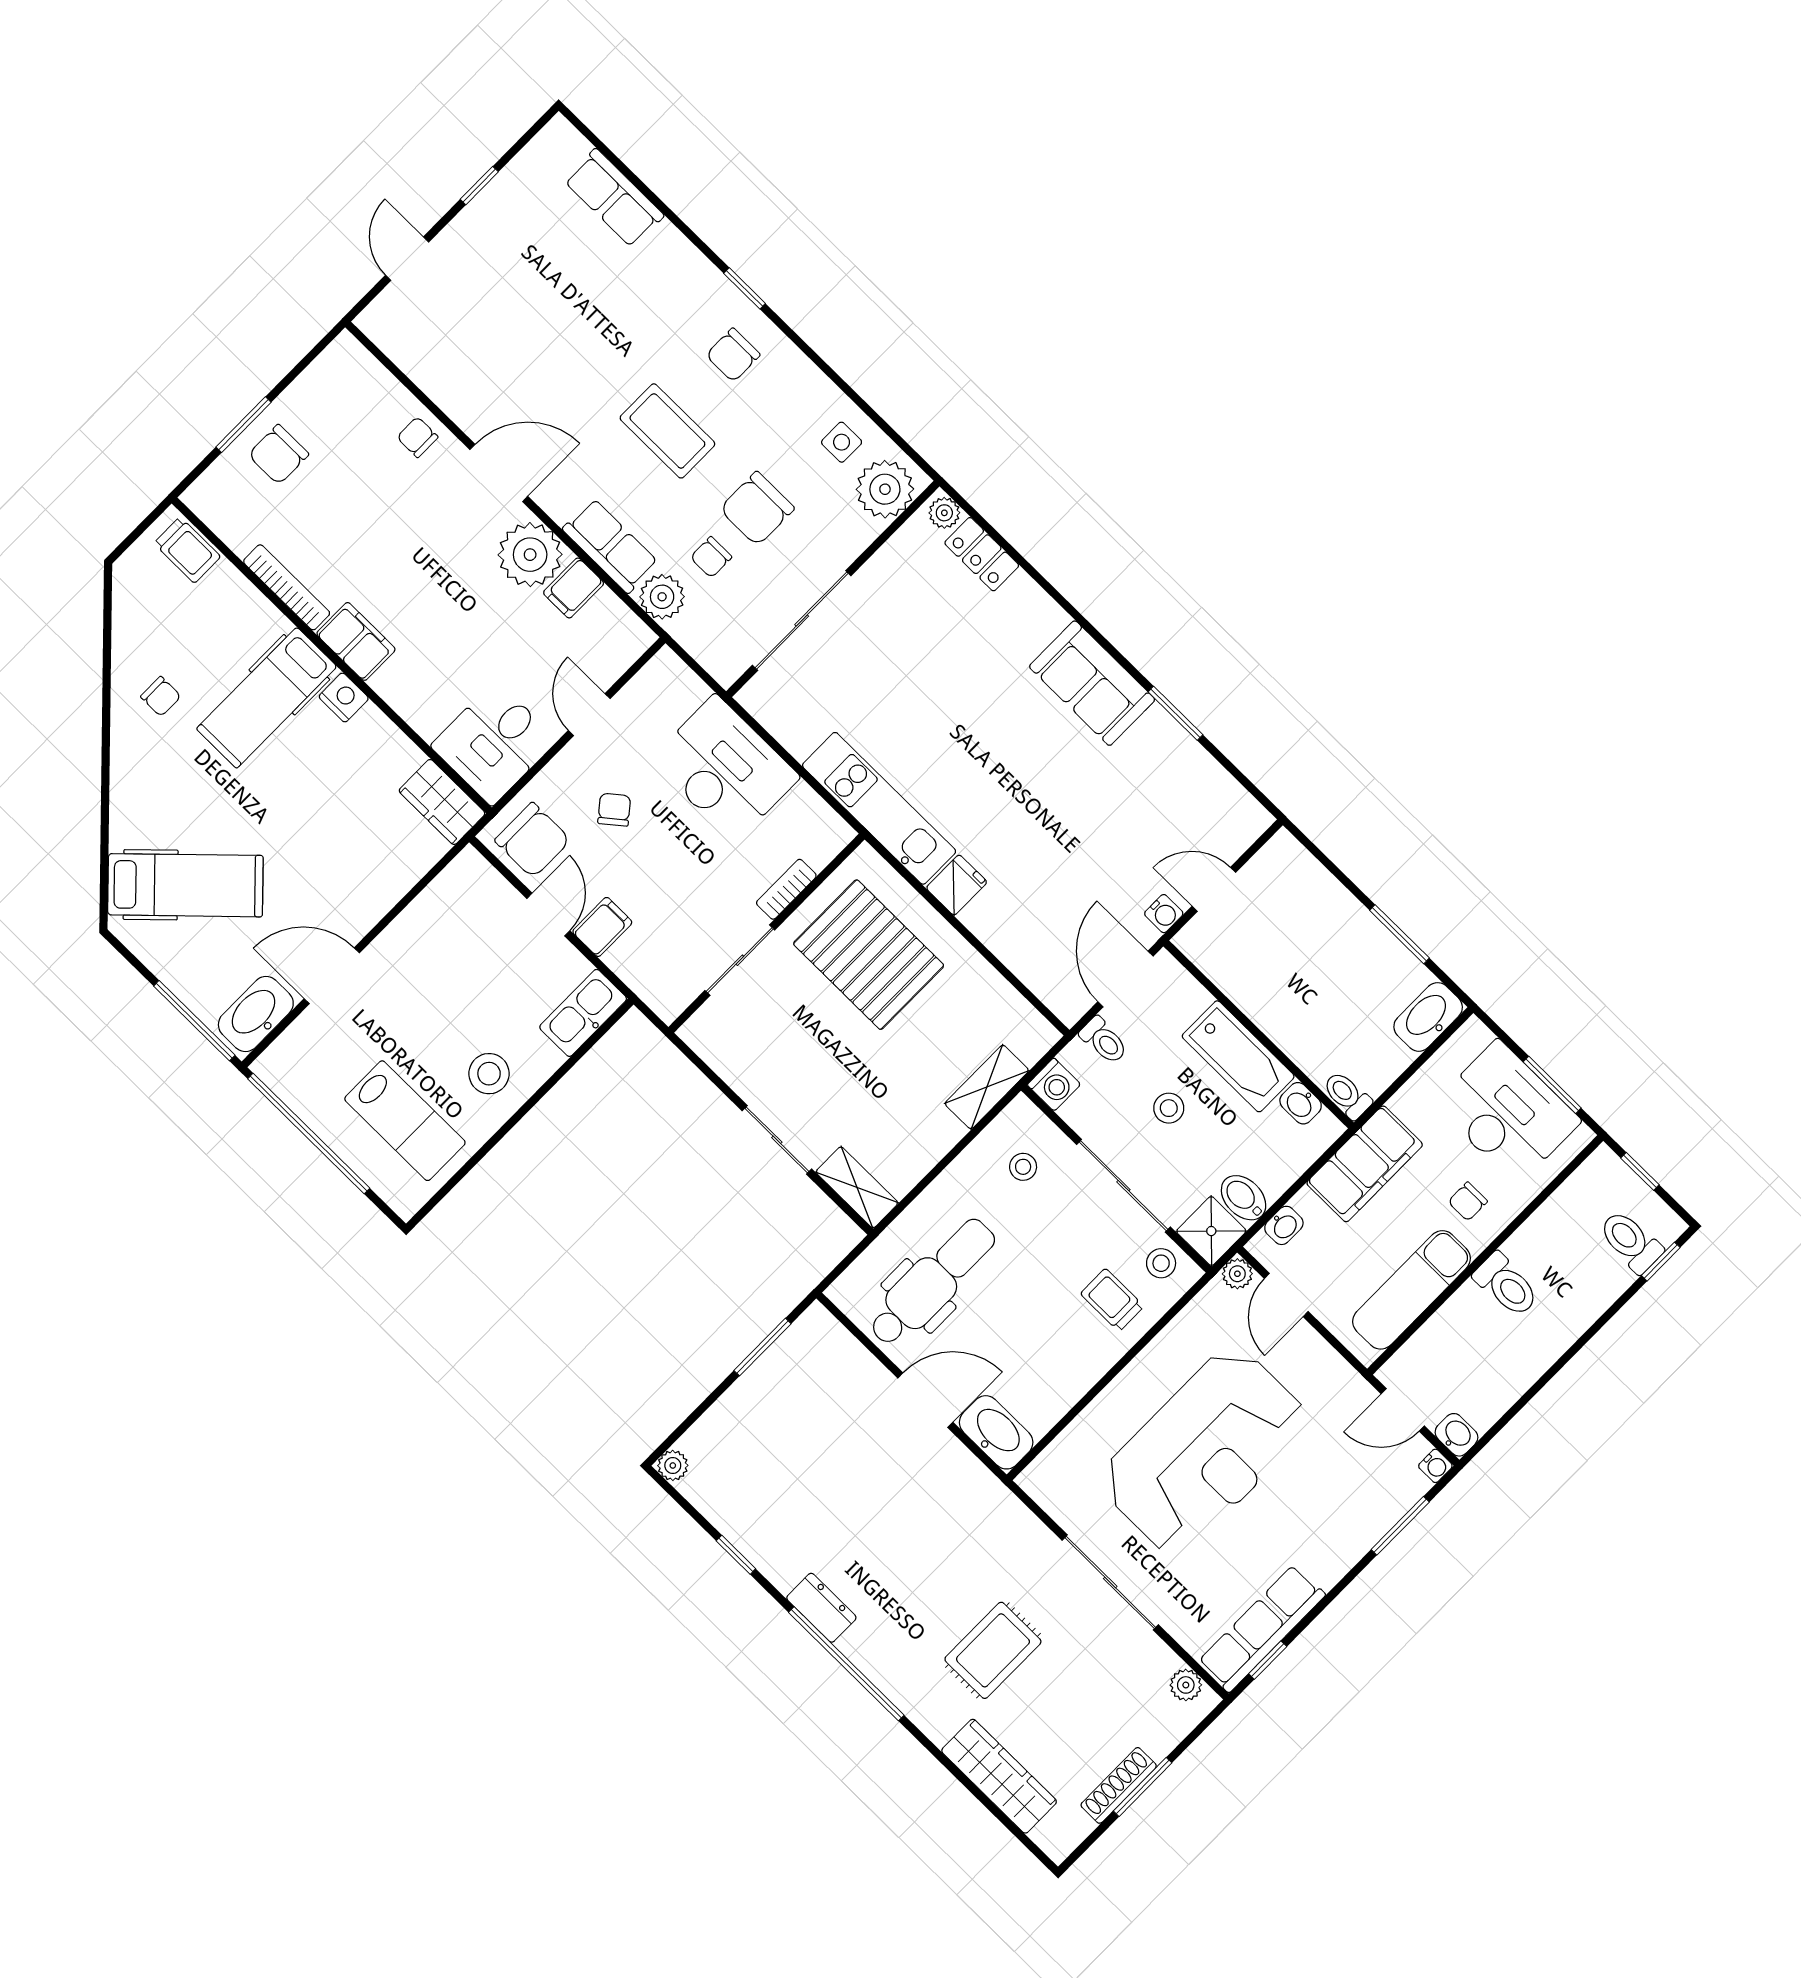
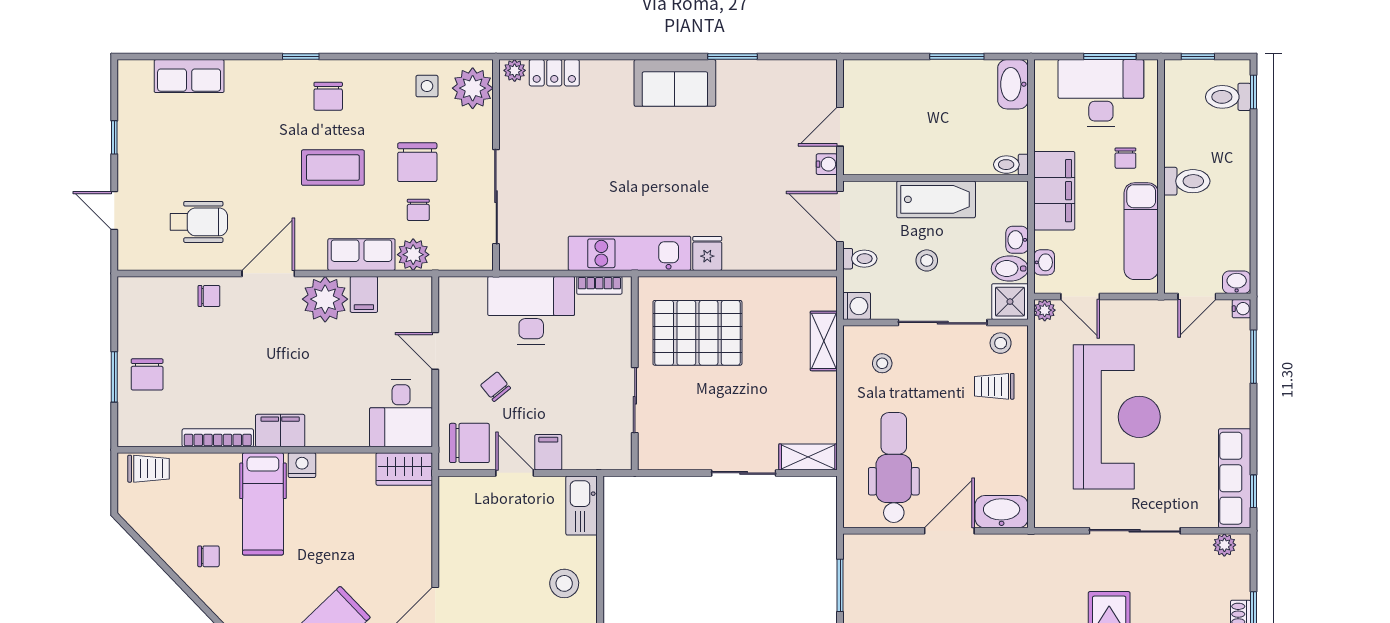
wheelchair: (480, 353) -> (199, 222), added
chair: (417, 437) -> (209, 296), turned 180
bookcase: (786, 889) -> (599, 285), moved, turned -90
washbasin: (1301, 1103) -> (1017, 240), moved, turned 90

